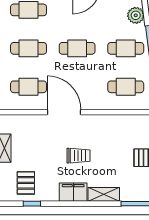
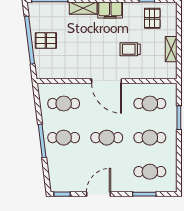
plant: (136, 15) -> (55, 167), removed
door: (64, 112) -> (107, 81), moved
trolley: (78, 156) -> (130, 49), moved

